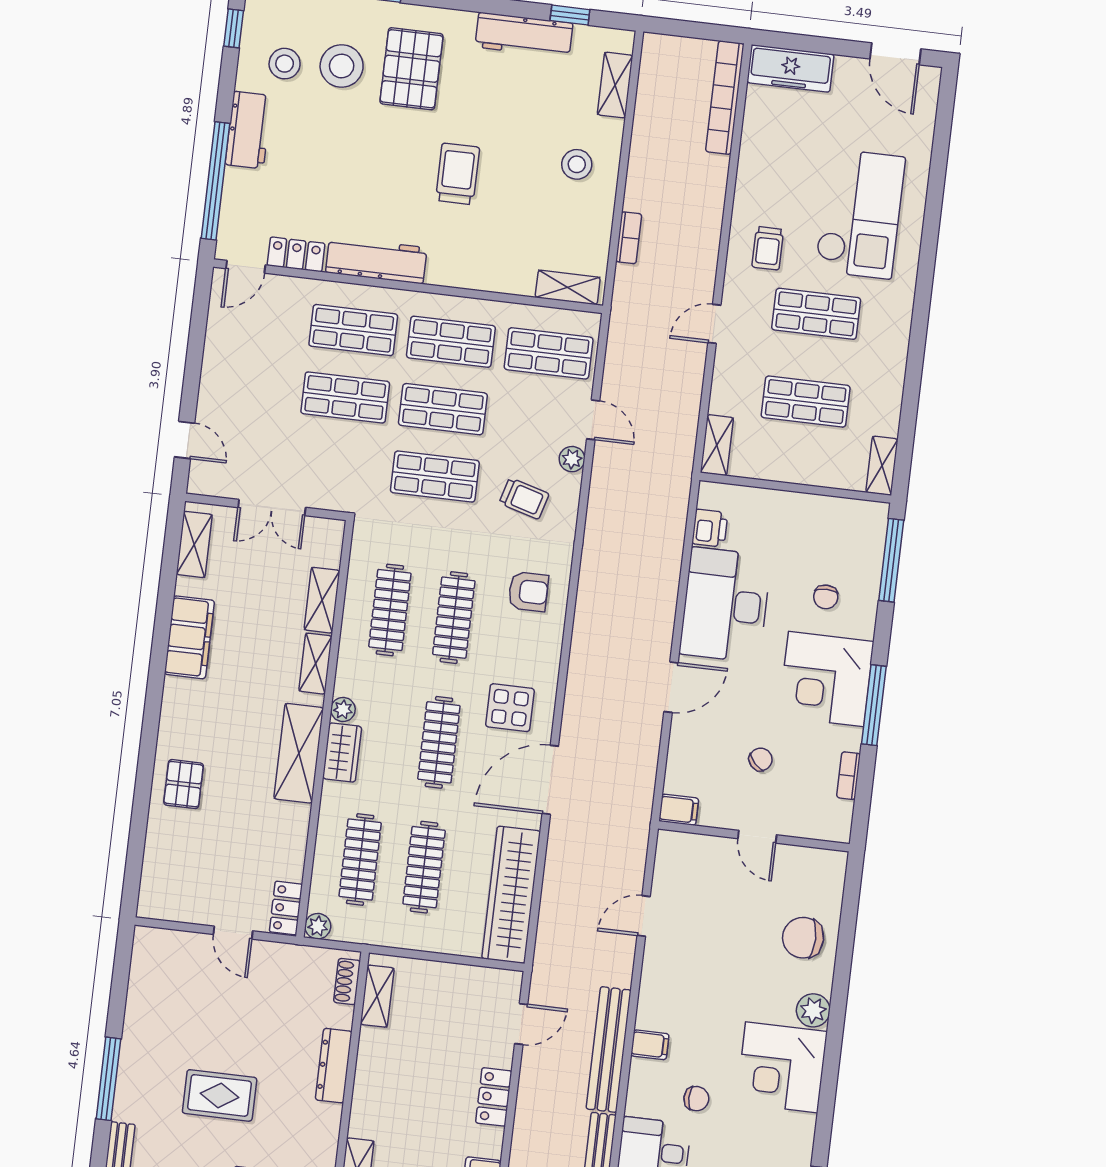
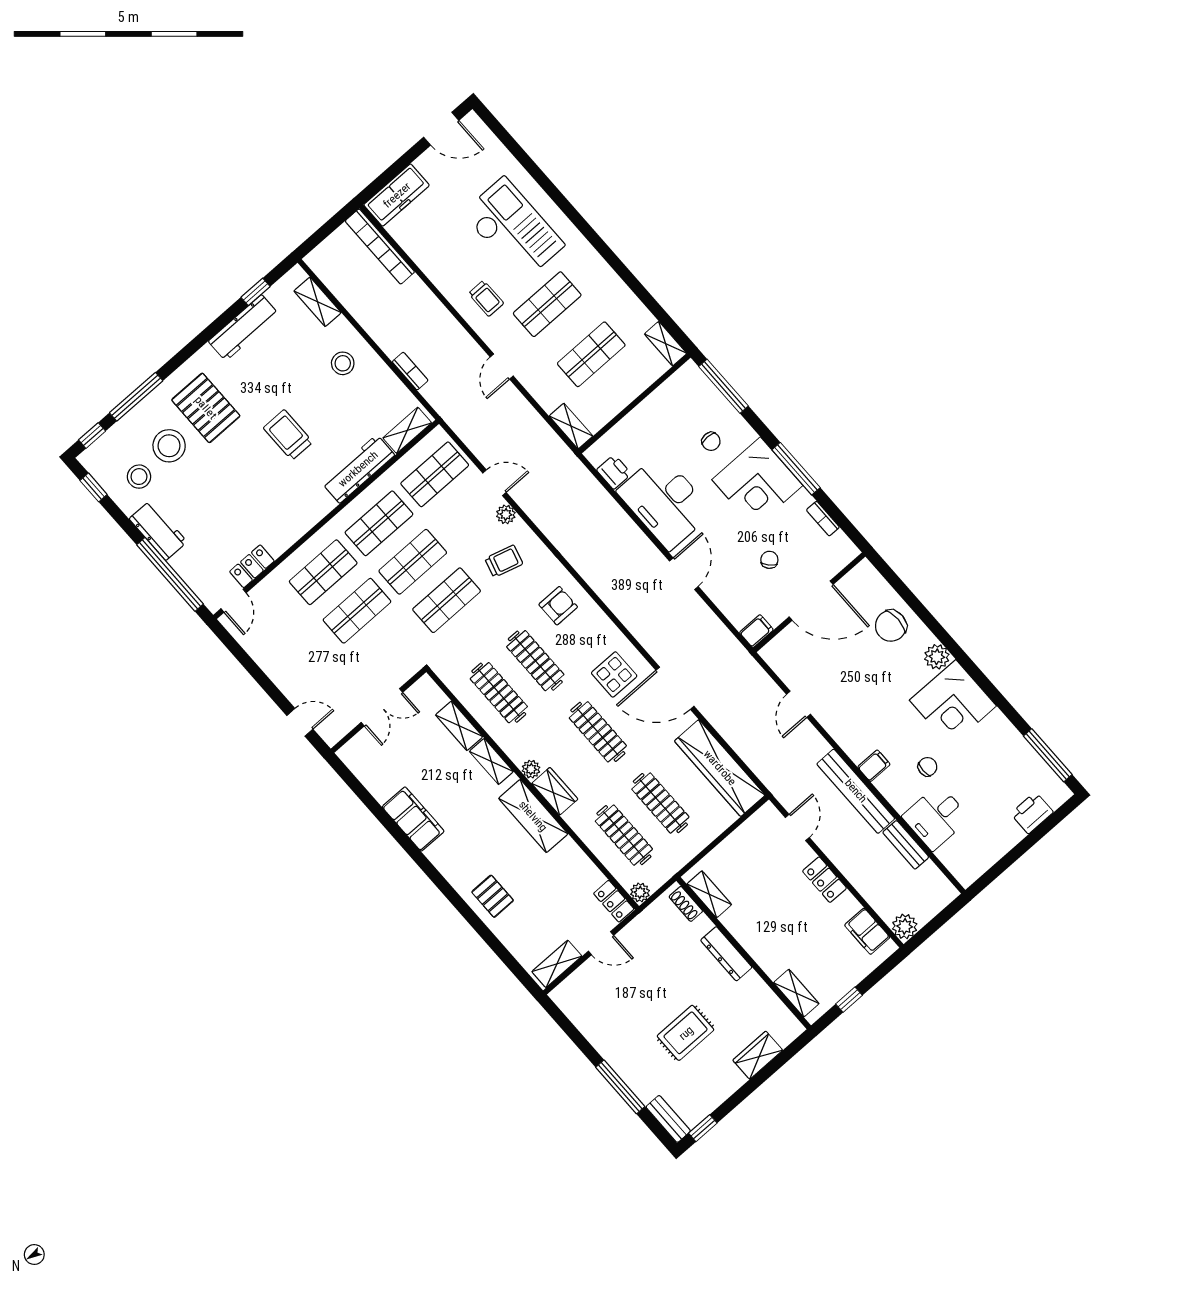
workbench: (376, 260) -> (358, 469), moved
shelving: (194, 544) -> (557, 964), moved, turned 90
door: (550, 780) -> (675, 688), hinge flipped
door: (757, 837) -> (811, 601), width x1.87

